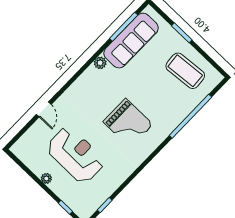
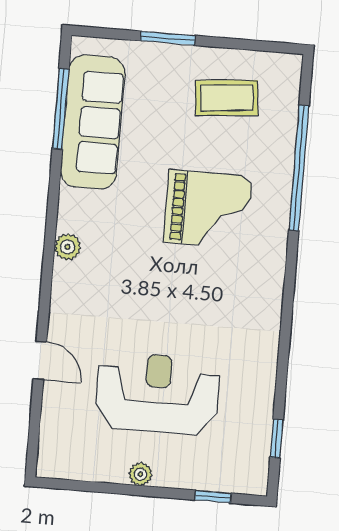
plant: (100, 63) -> (67, 247), moved
coffee table: (185, 71) -> (227, 98), width x0.73, depth x0.76
grand piano: (128, 123) -> (208, 209), moved

